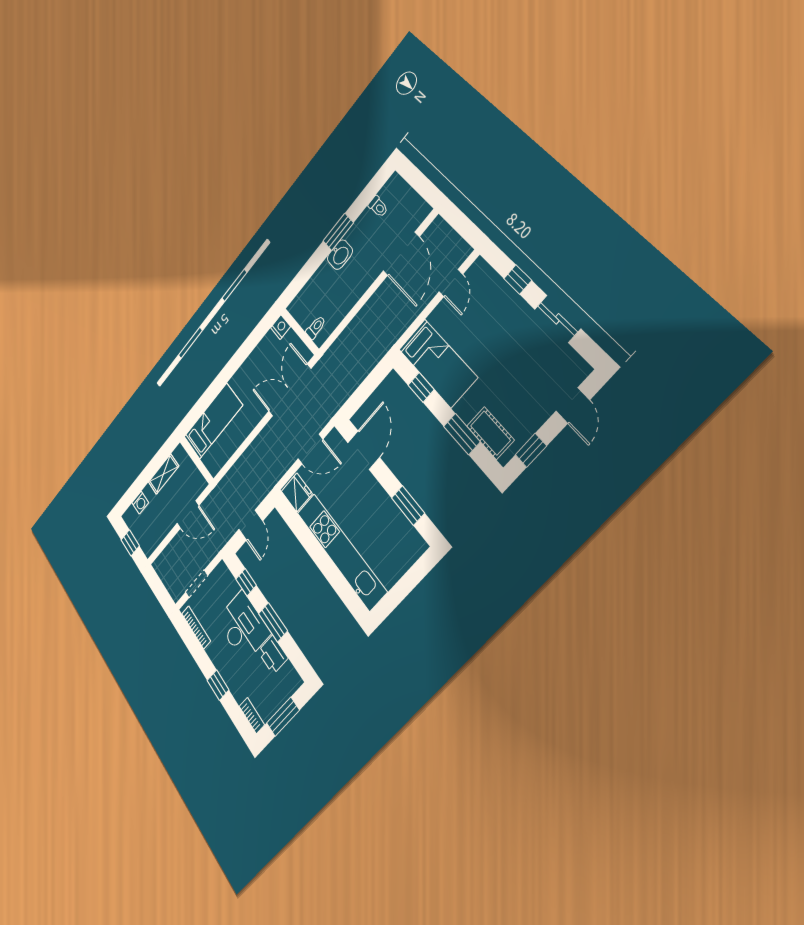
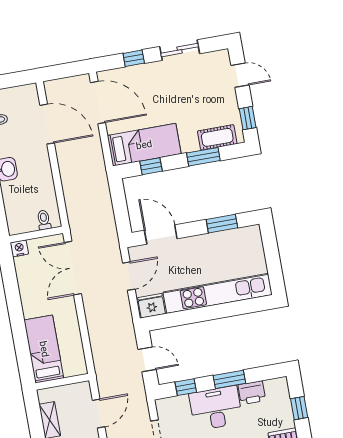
door: (451, 283) -> (98, 102), width x1.88
window: (283, 717) -> (299, 408), width x0.67

